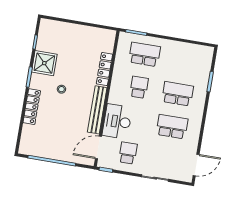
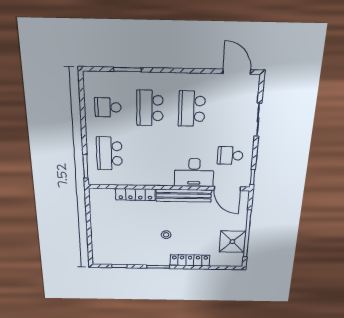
shower: (44, 63) -> (232, 242), moved
school desk: (139, 87) -> (108, 107), moved

